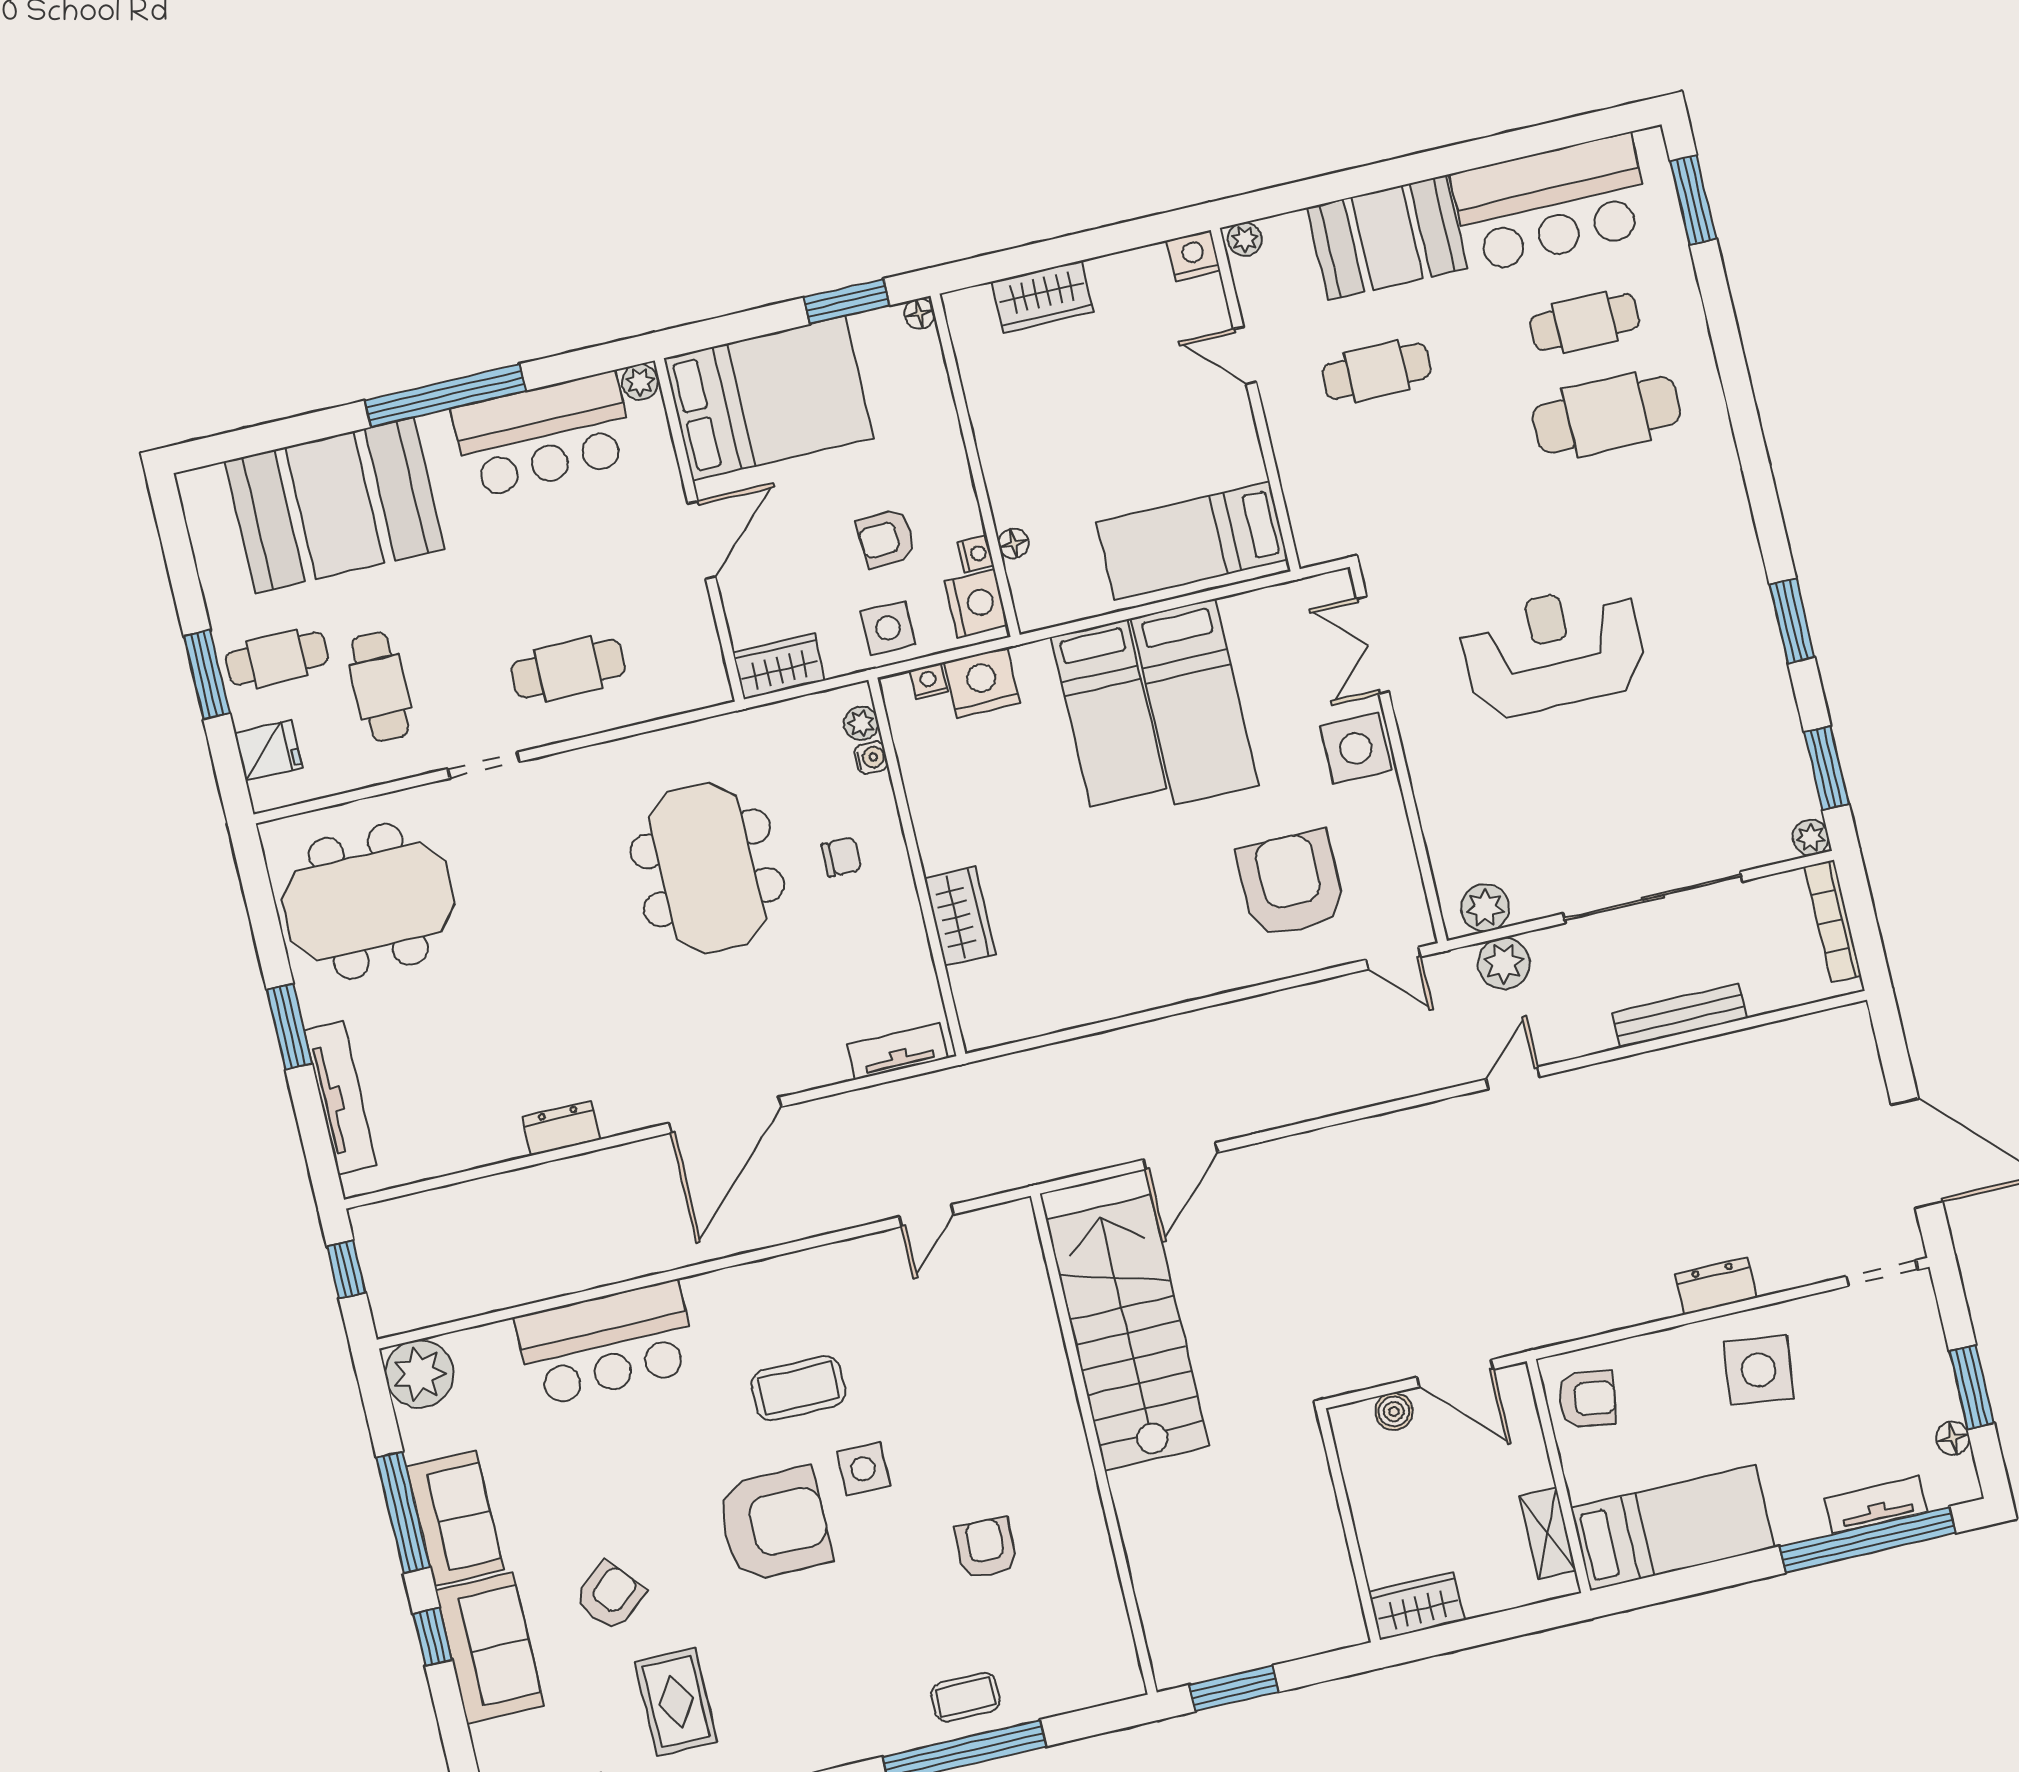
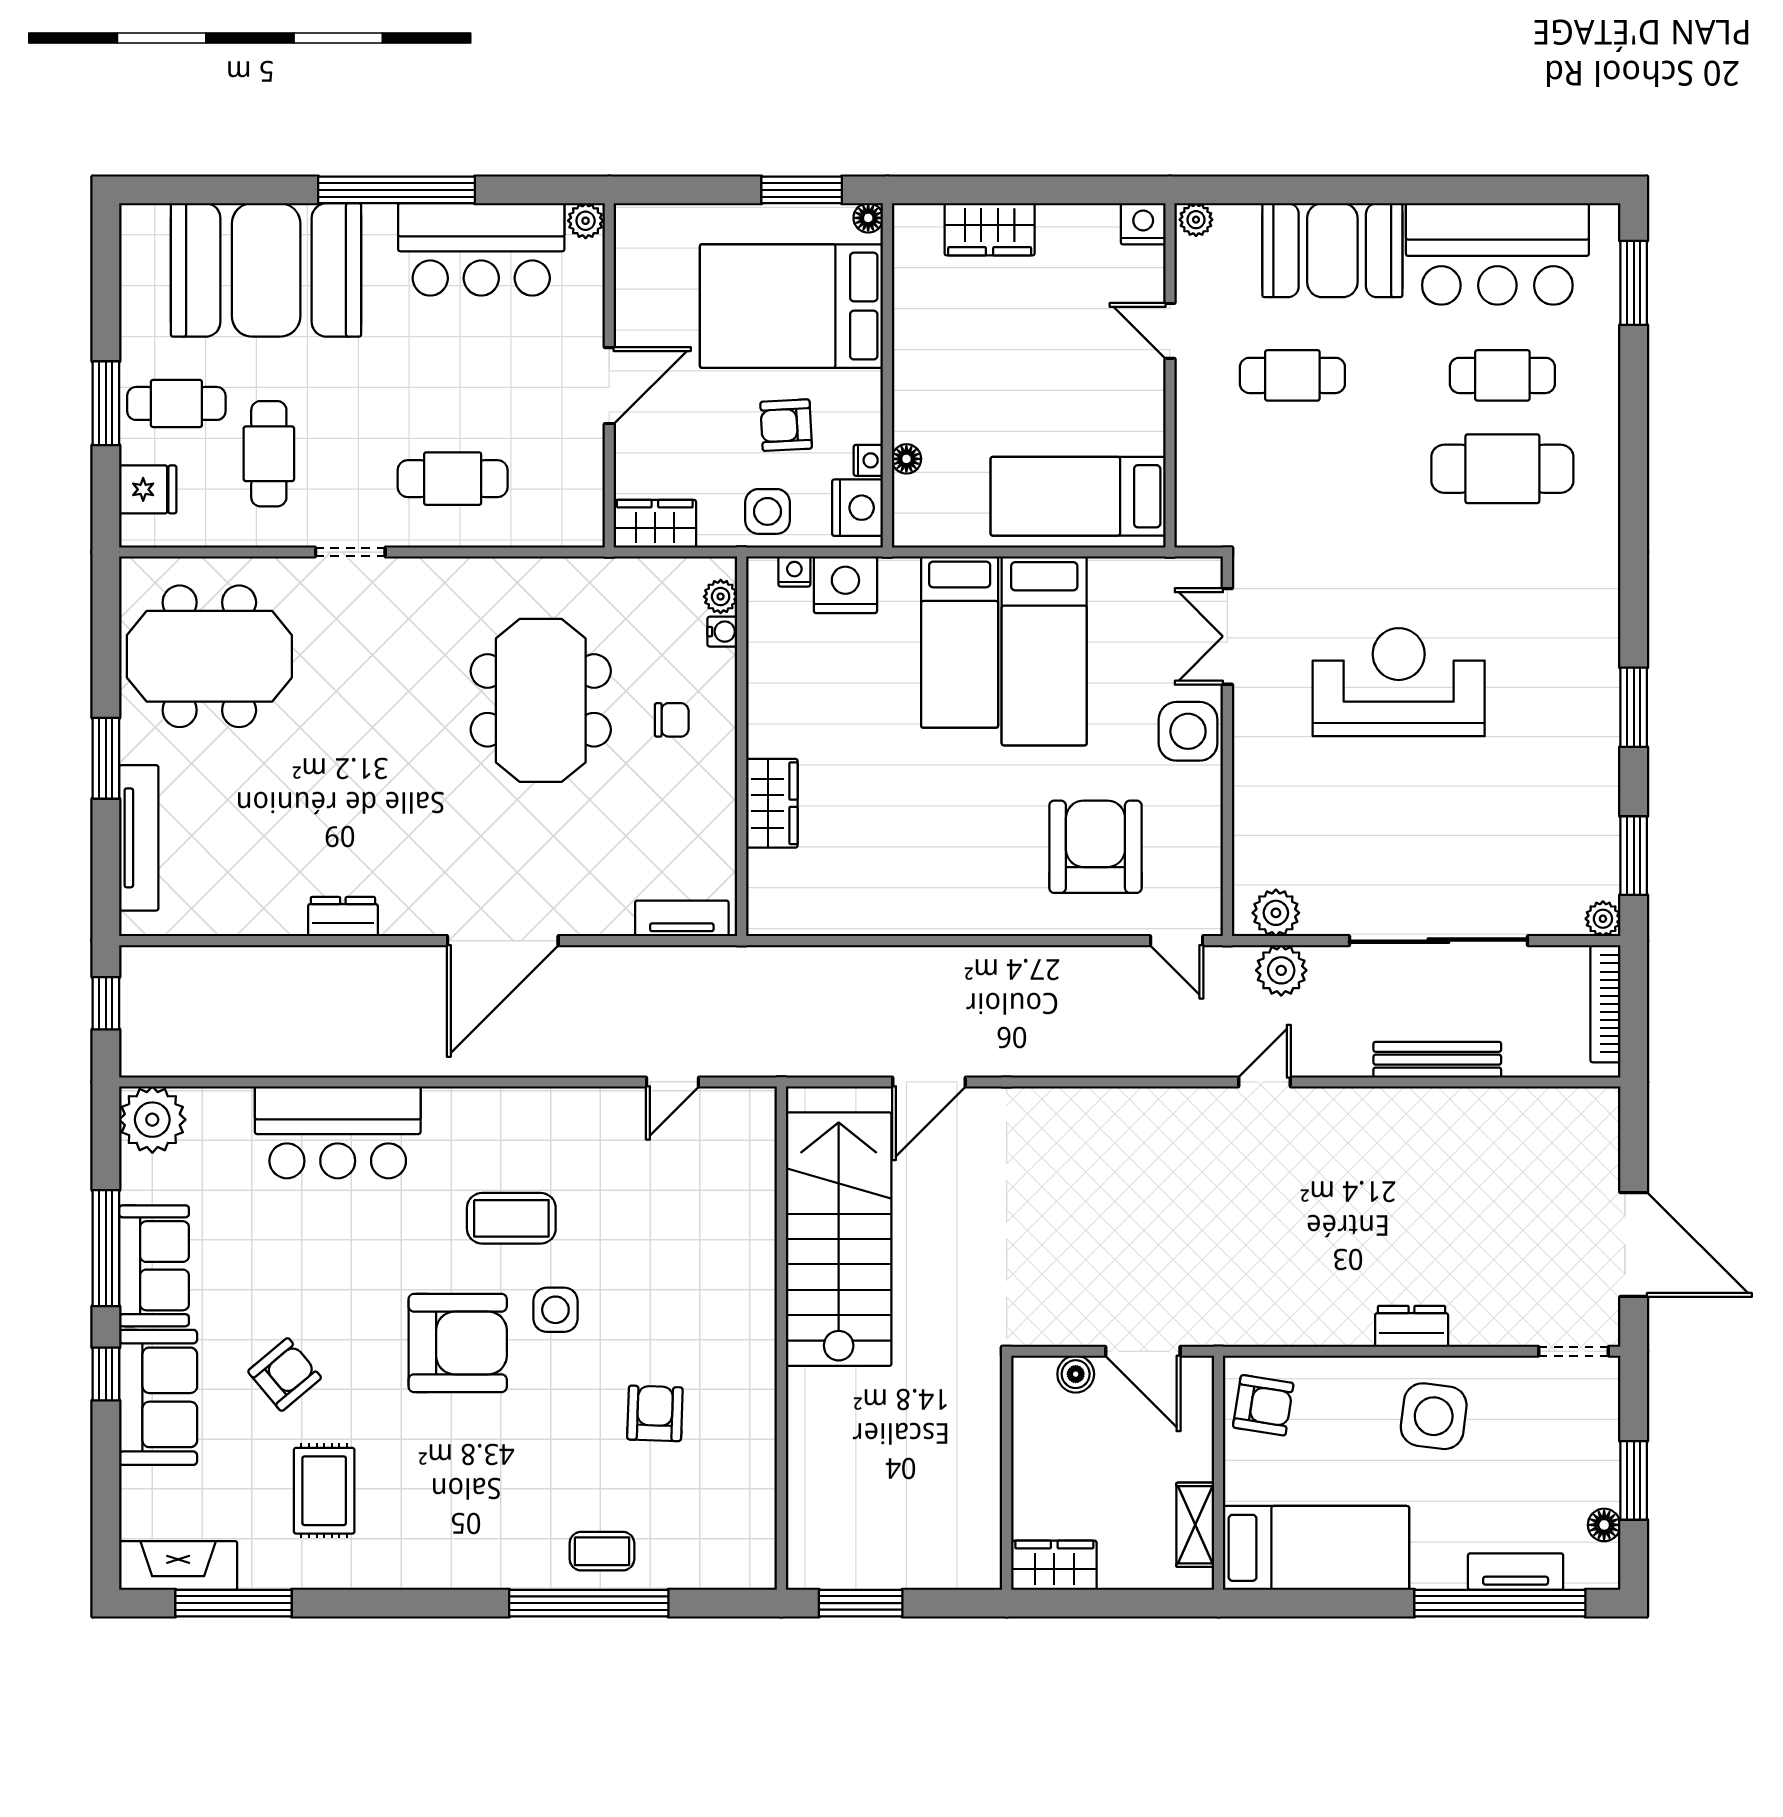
bed: (769, 398) -> (791, 306), moved, turned 180

